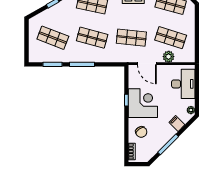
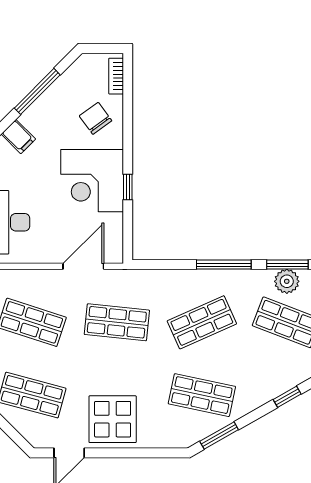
shop shelf: (92, 38) -> (202, 322), turned -39
plant: (169, 57) -> (287, 281), moved
door: (147, 64) -> (83, 266), hinge flipped

